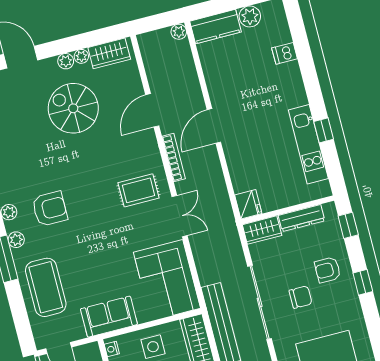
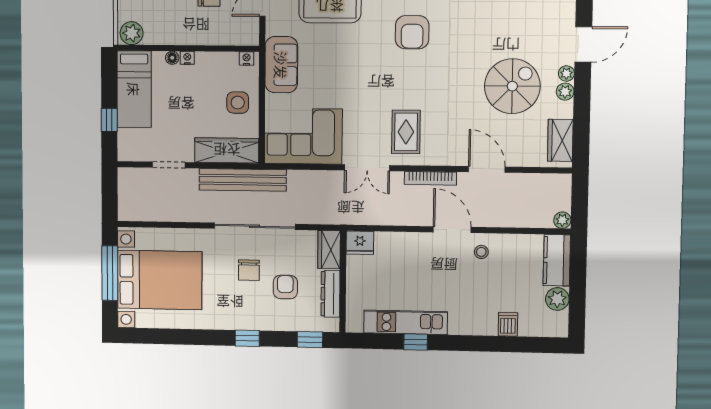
plant: (81, 56) -> (566, 73), moved
stool: (227, 95) -> (481, 252), added
armchair: (328, 270) -> (285, 287), moved

